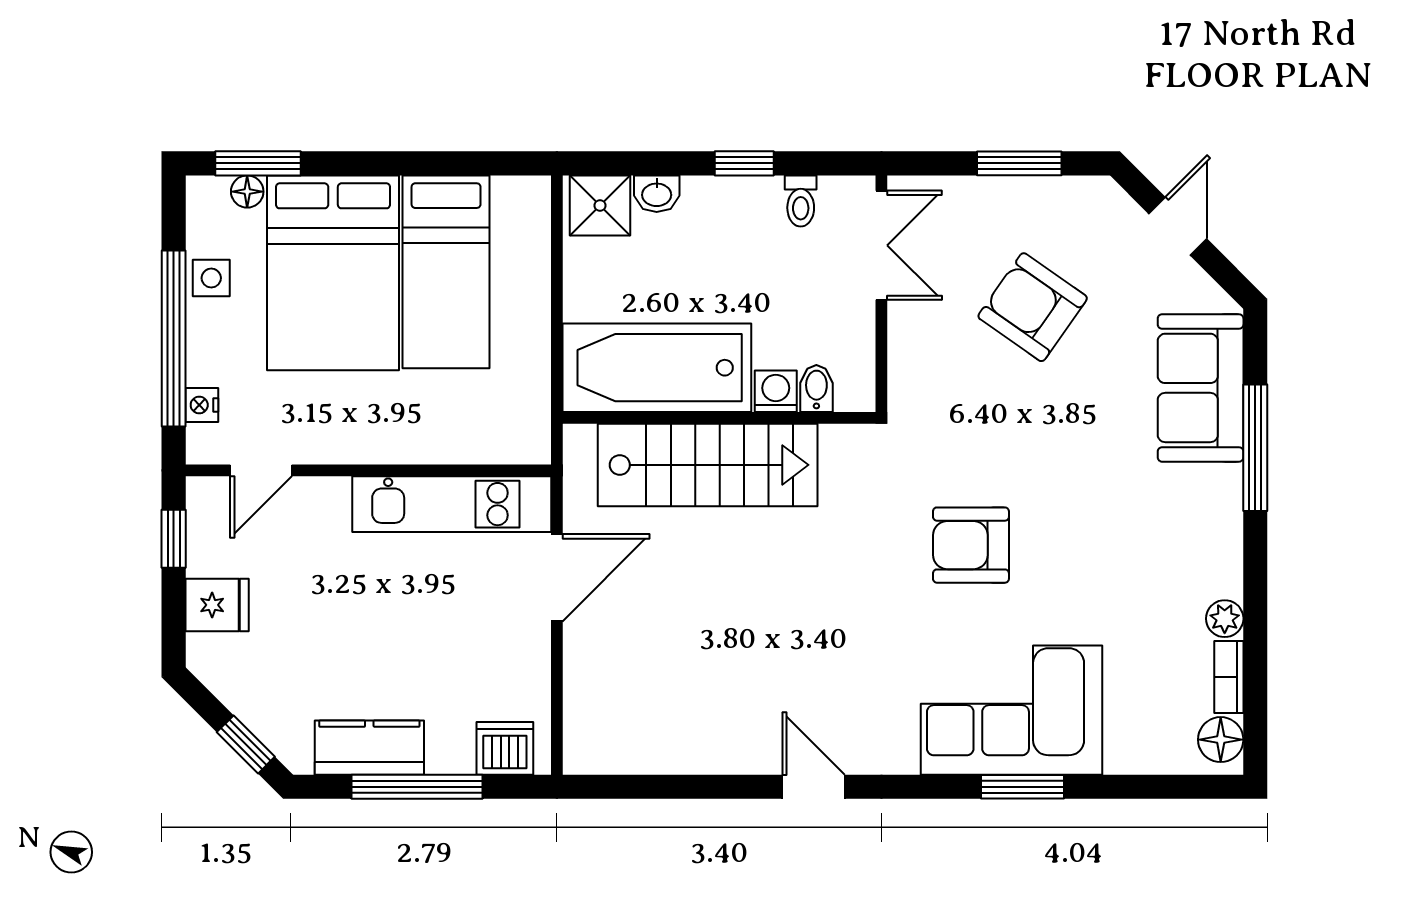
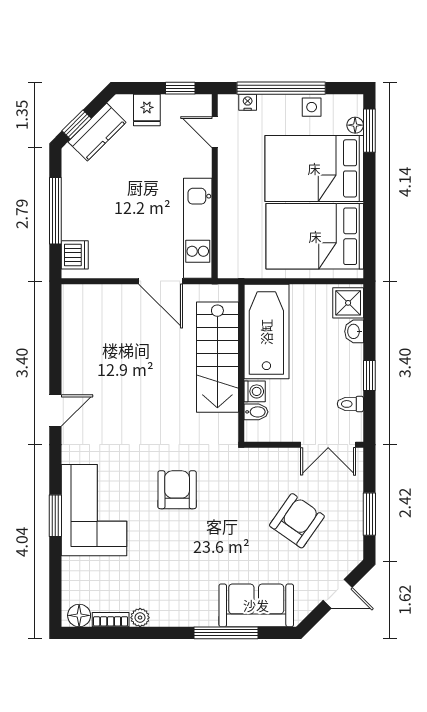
bed: (446, 272) -> (315, 236), width x1.50
kitchen counter: (369, 748) -> (97, 132), moved, turned 45

